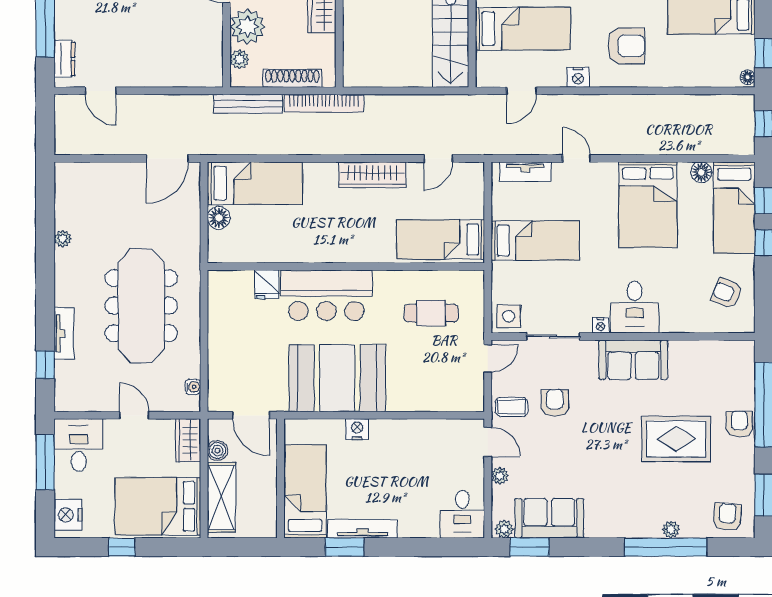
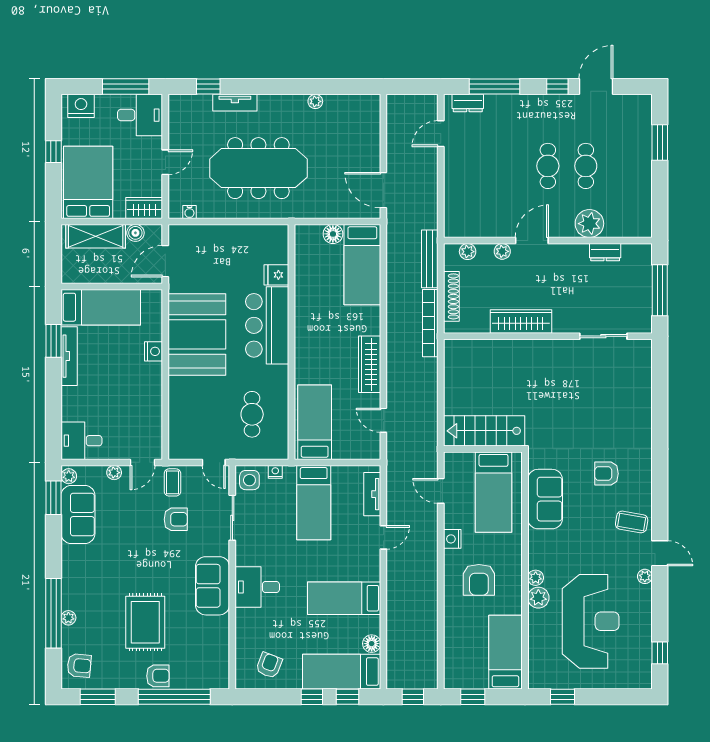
plant: (248, 27) -> (502, 251), width x0.53, depth x0.53
floor lamp: (747, 77) -> (452, 683), removed
bed: (648, 205) -> (344, 598), width x0.67
nightstand: (601, 325) -> (275, 472), moved, turned 90

